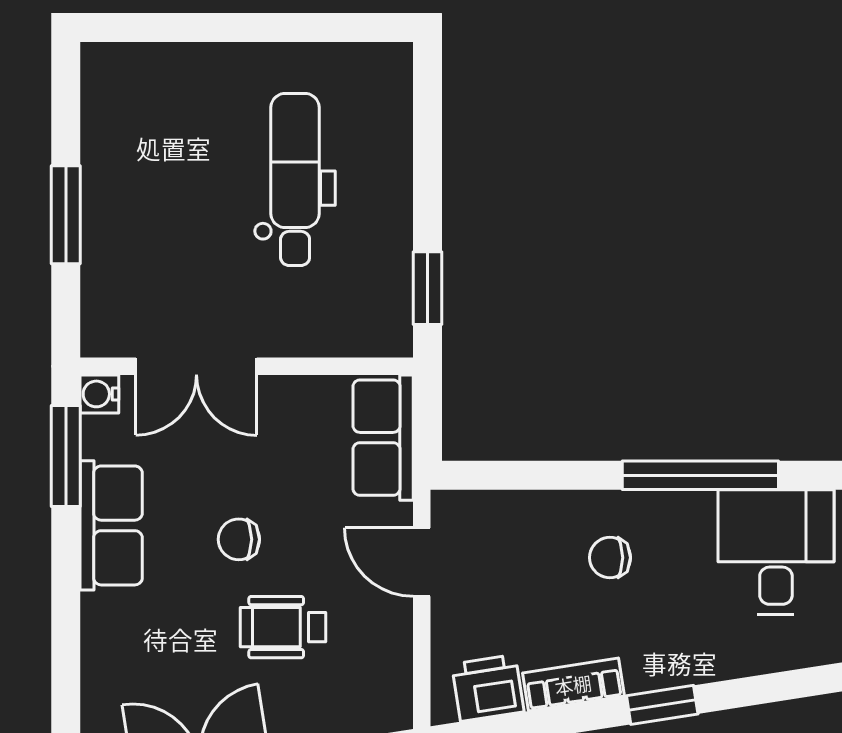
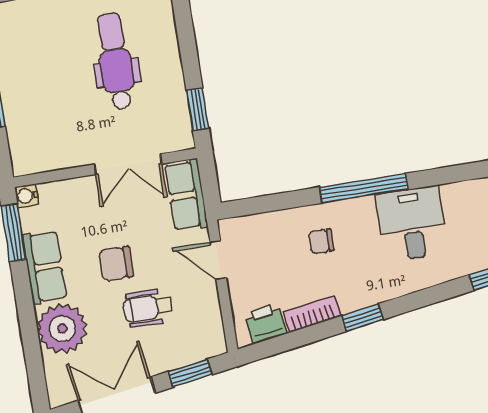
double door: (196, 366) -> (128, 164), moved
chair: (239, 539) -> (116, 263), width x1.37, depth x1.37
plant: (125, 640) -> (62, 329), added

